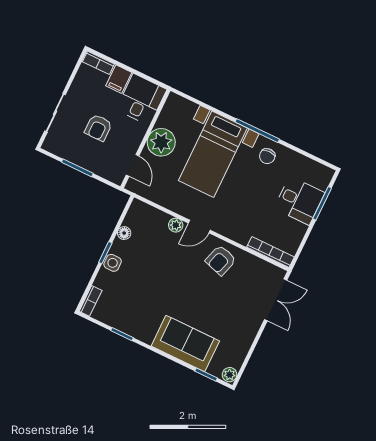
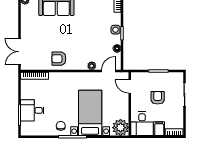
plant: (161, 142) -> (121, 128), moved
door: (199, 227) -> (108, 71), moved
armchair: (221, 260) -> (59, 59), turned -107

